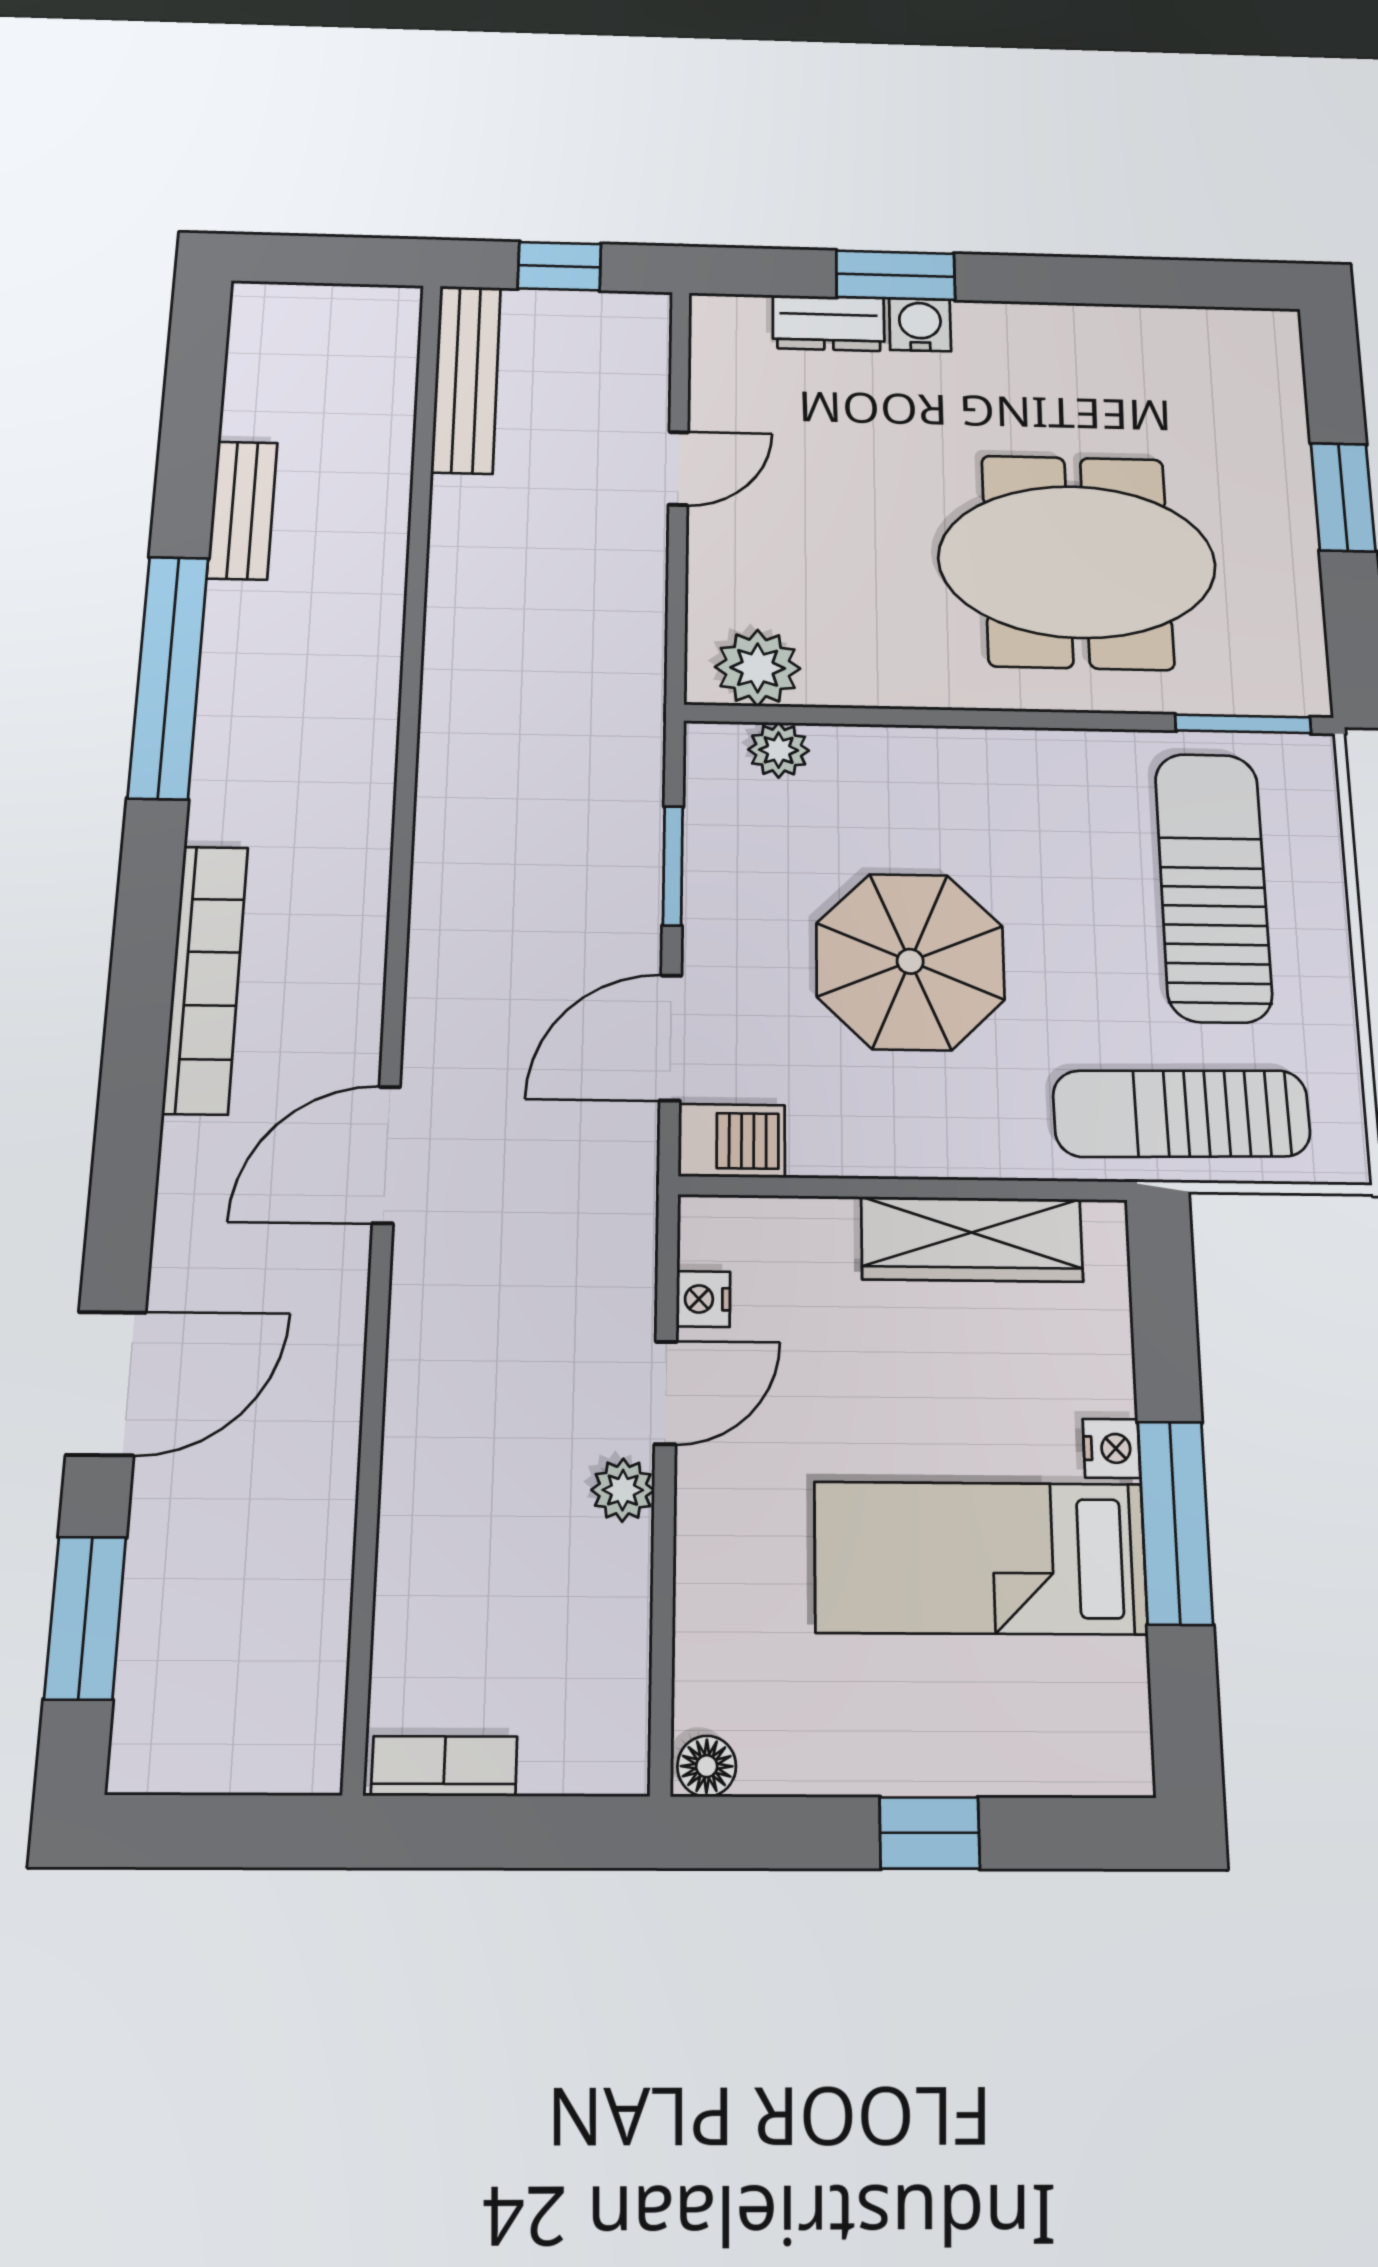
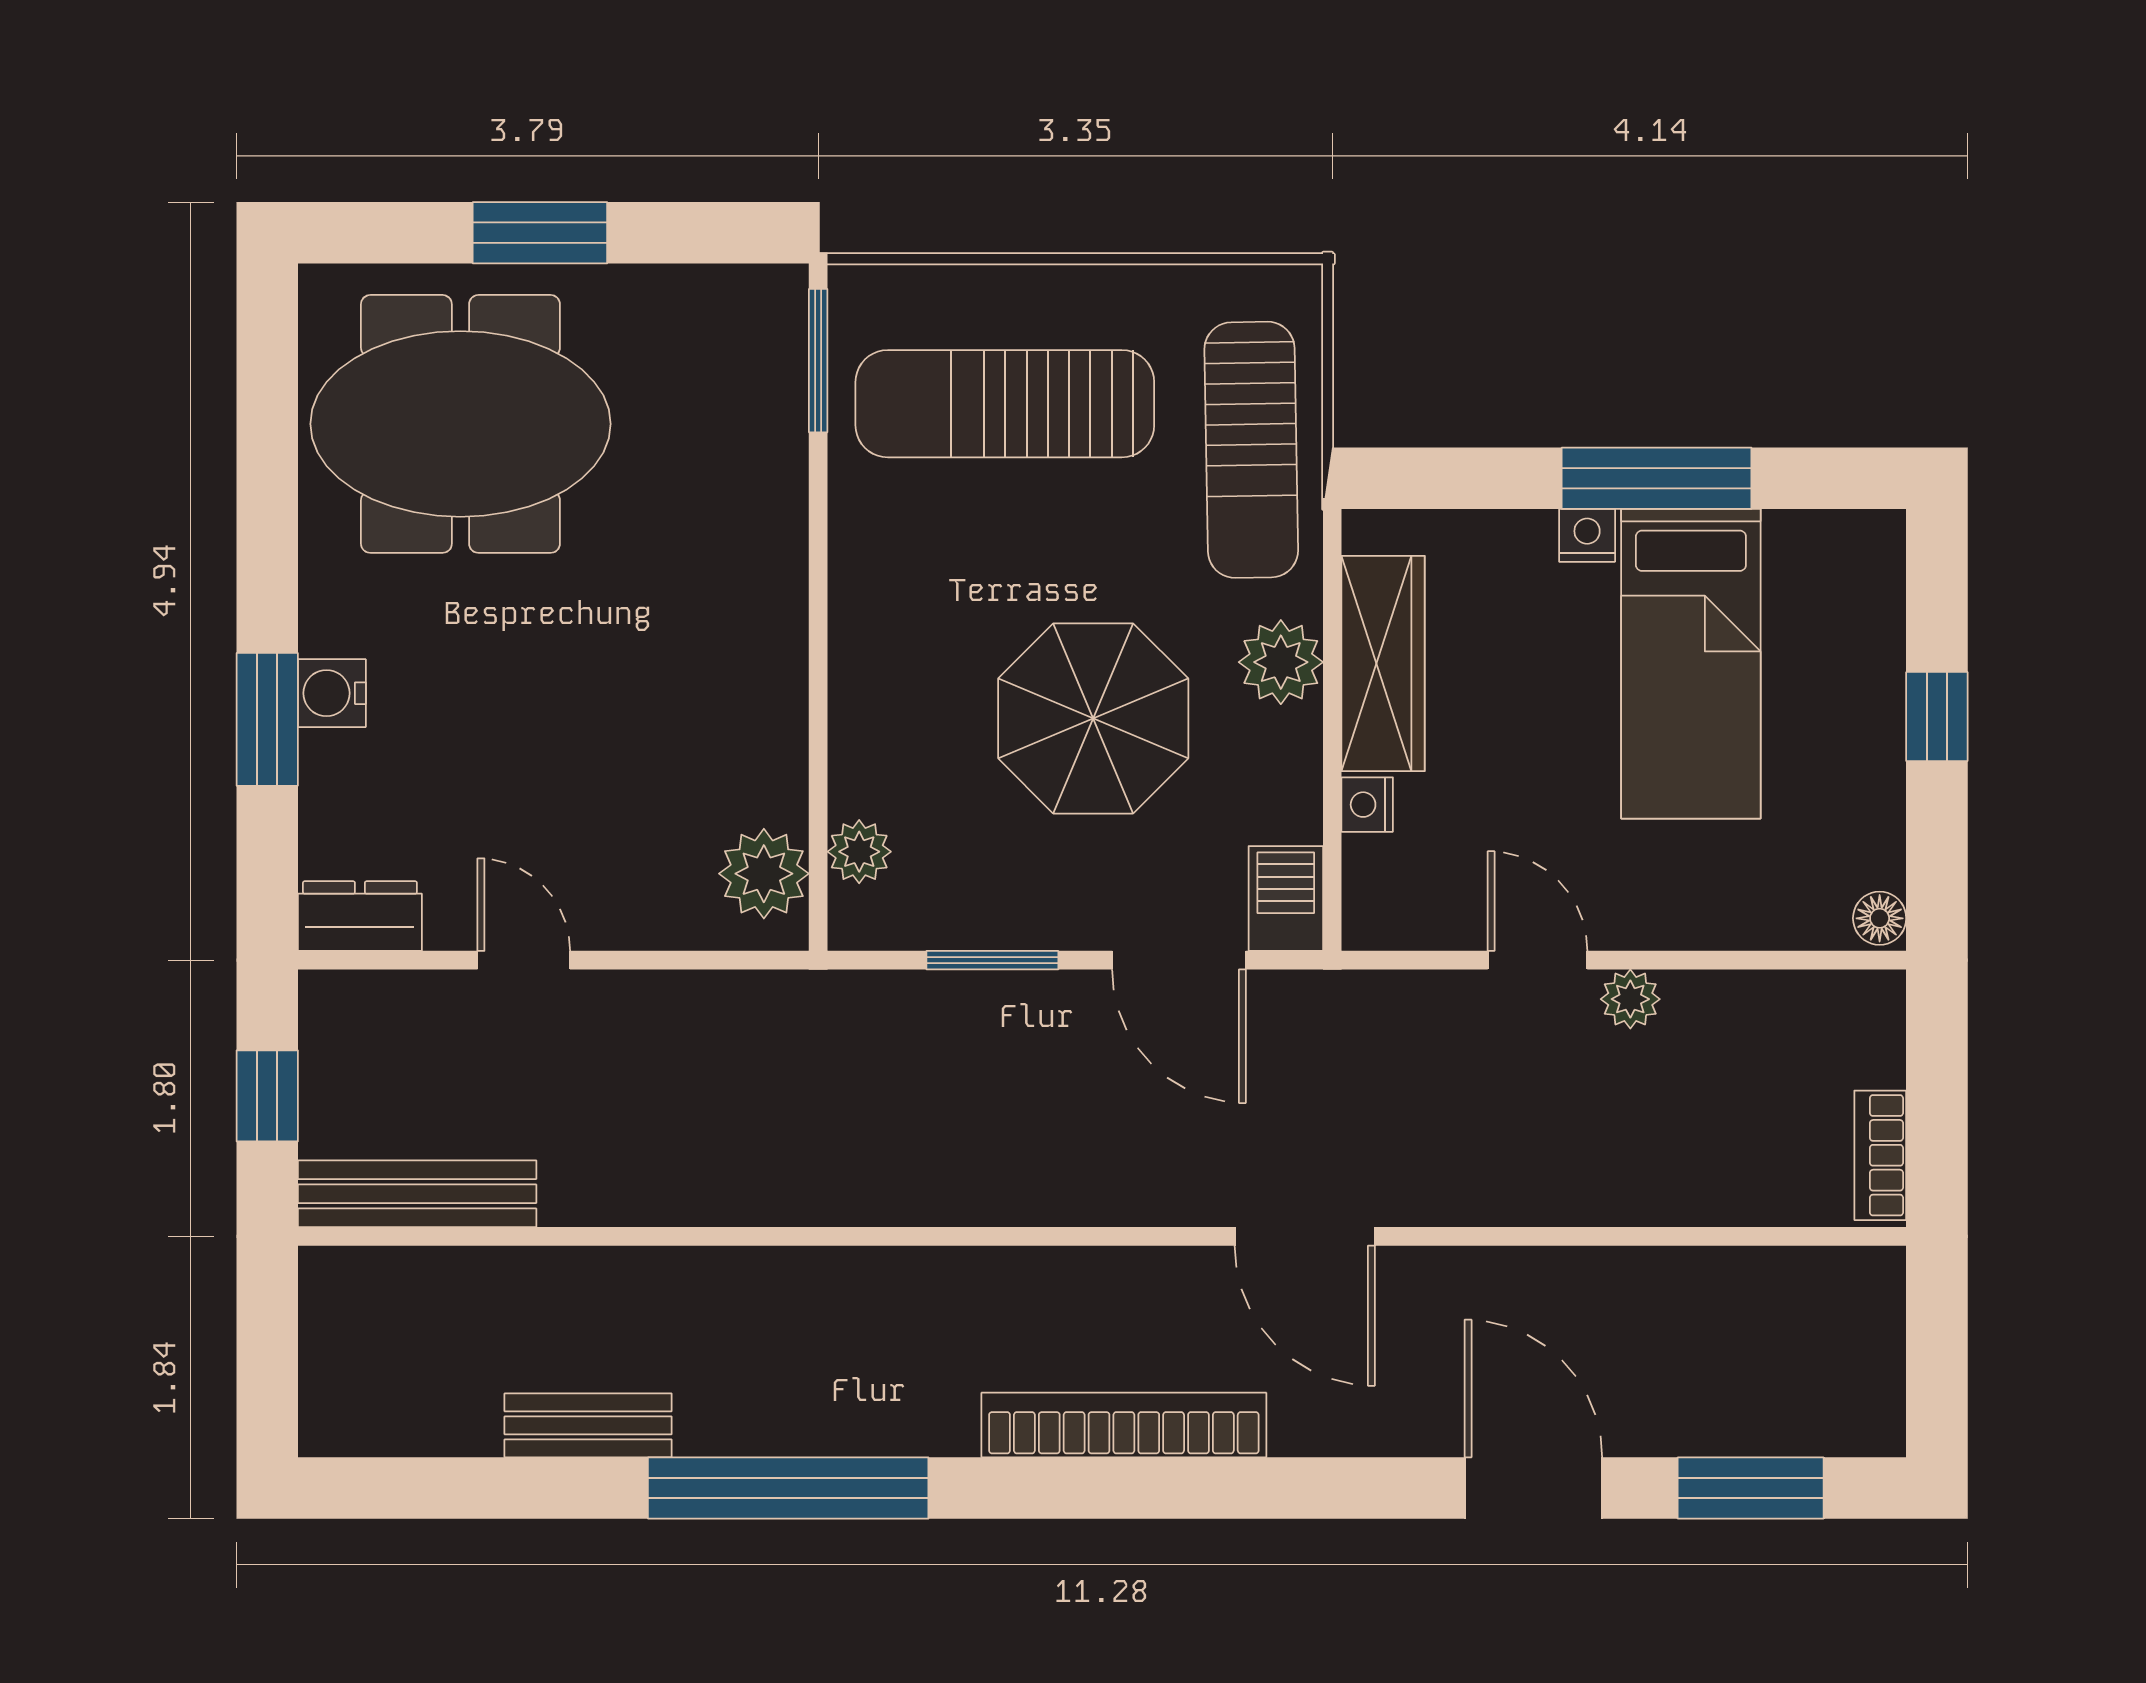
dresser: (829, 323) -> (360, 916), moved, turned -90
meeting table: (1077, 562) -> (460, 424), moved, turned 90
plant: (970, 1139) -> (1281, 662), added
nightstand: (703, 1299) -> (1367, 805), moved, turned 90

